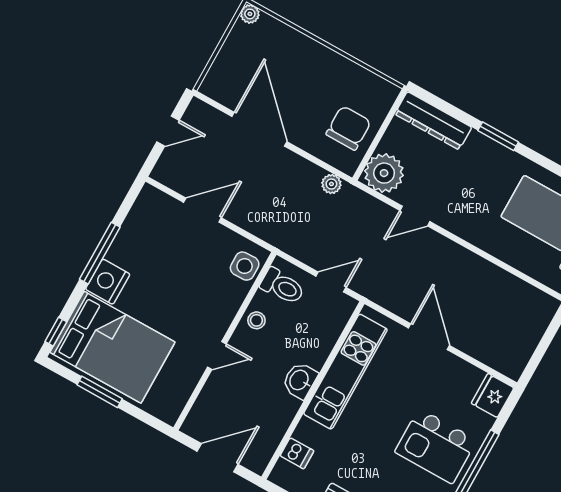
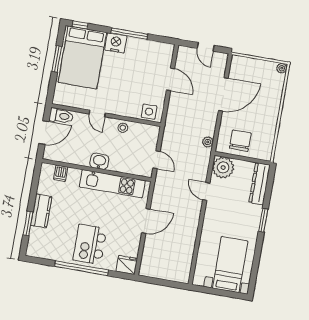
chair: (349, 128) -> (240, 141), turned -90
toilet: (282, 286) -> (61, 116), moved, turned -90
door: (218, 458) -> (44, 133), hinge flipped

